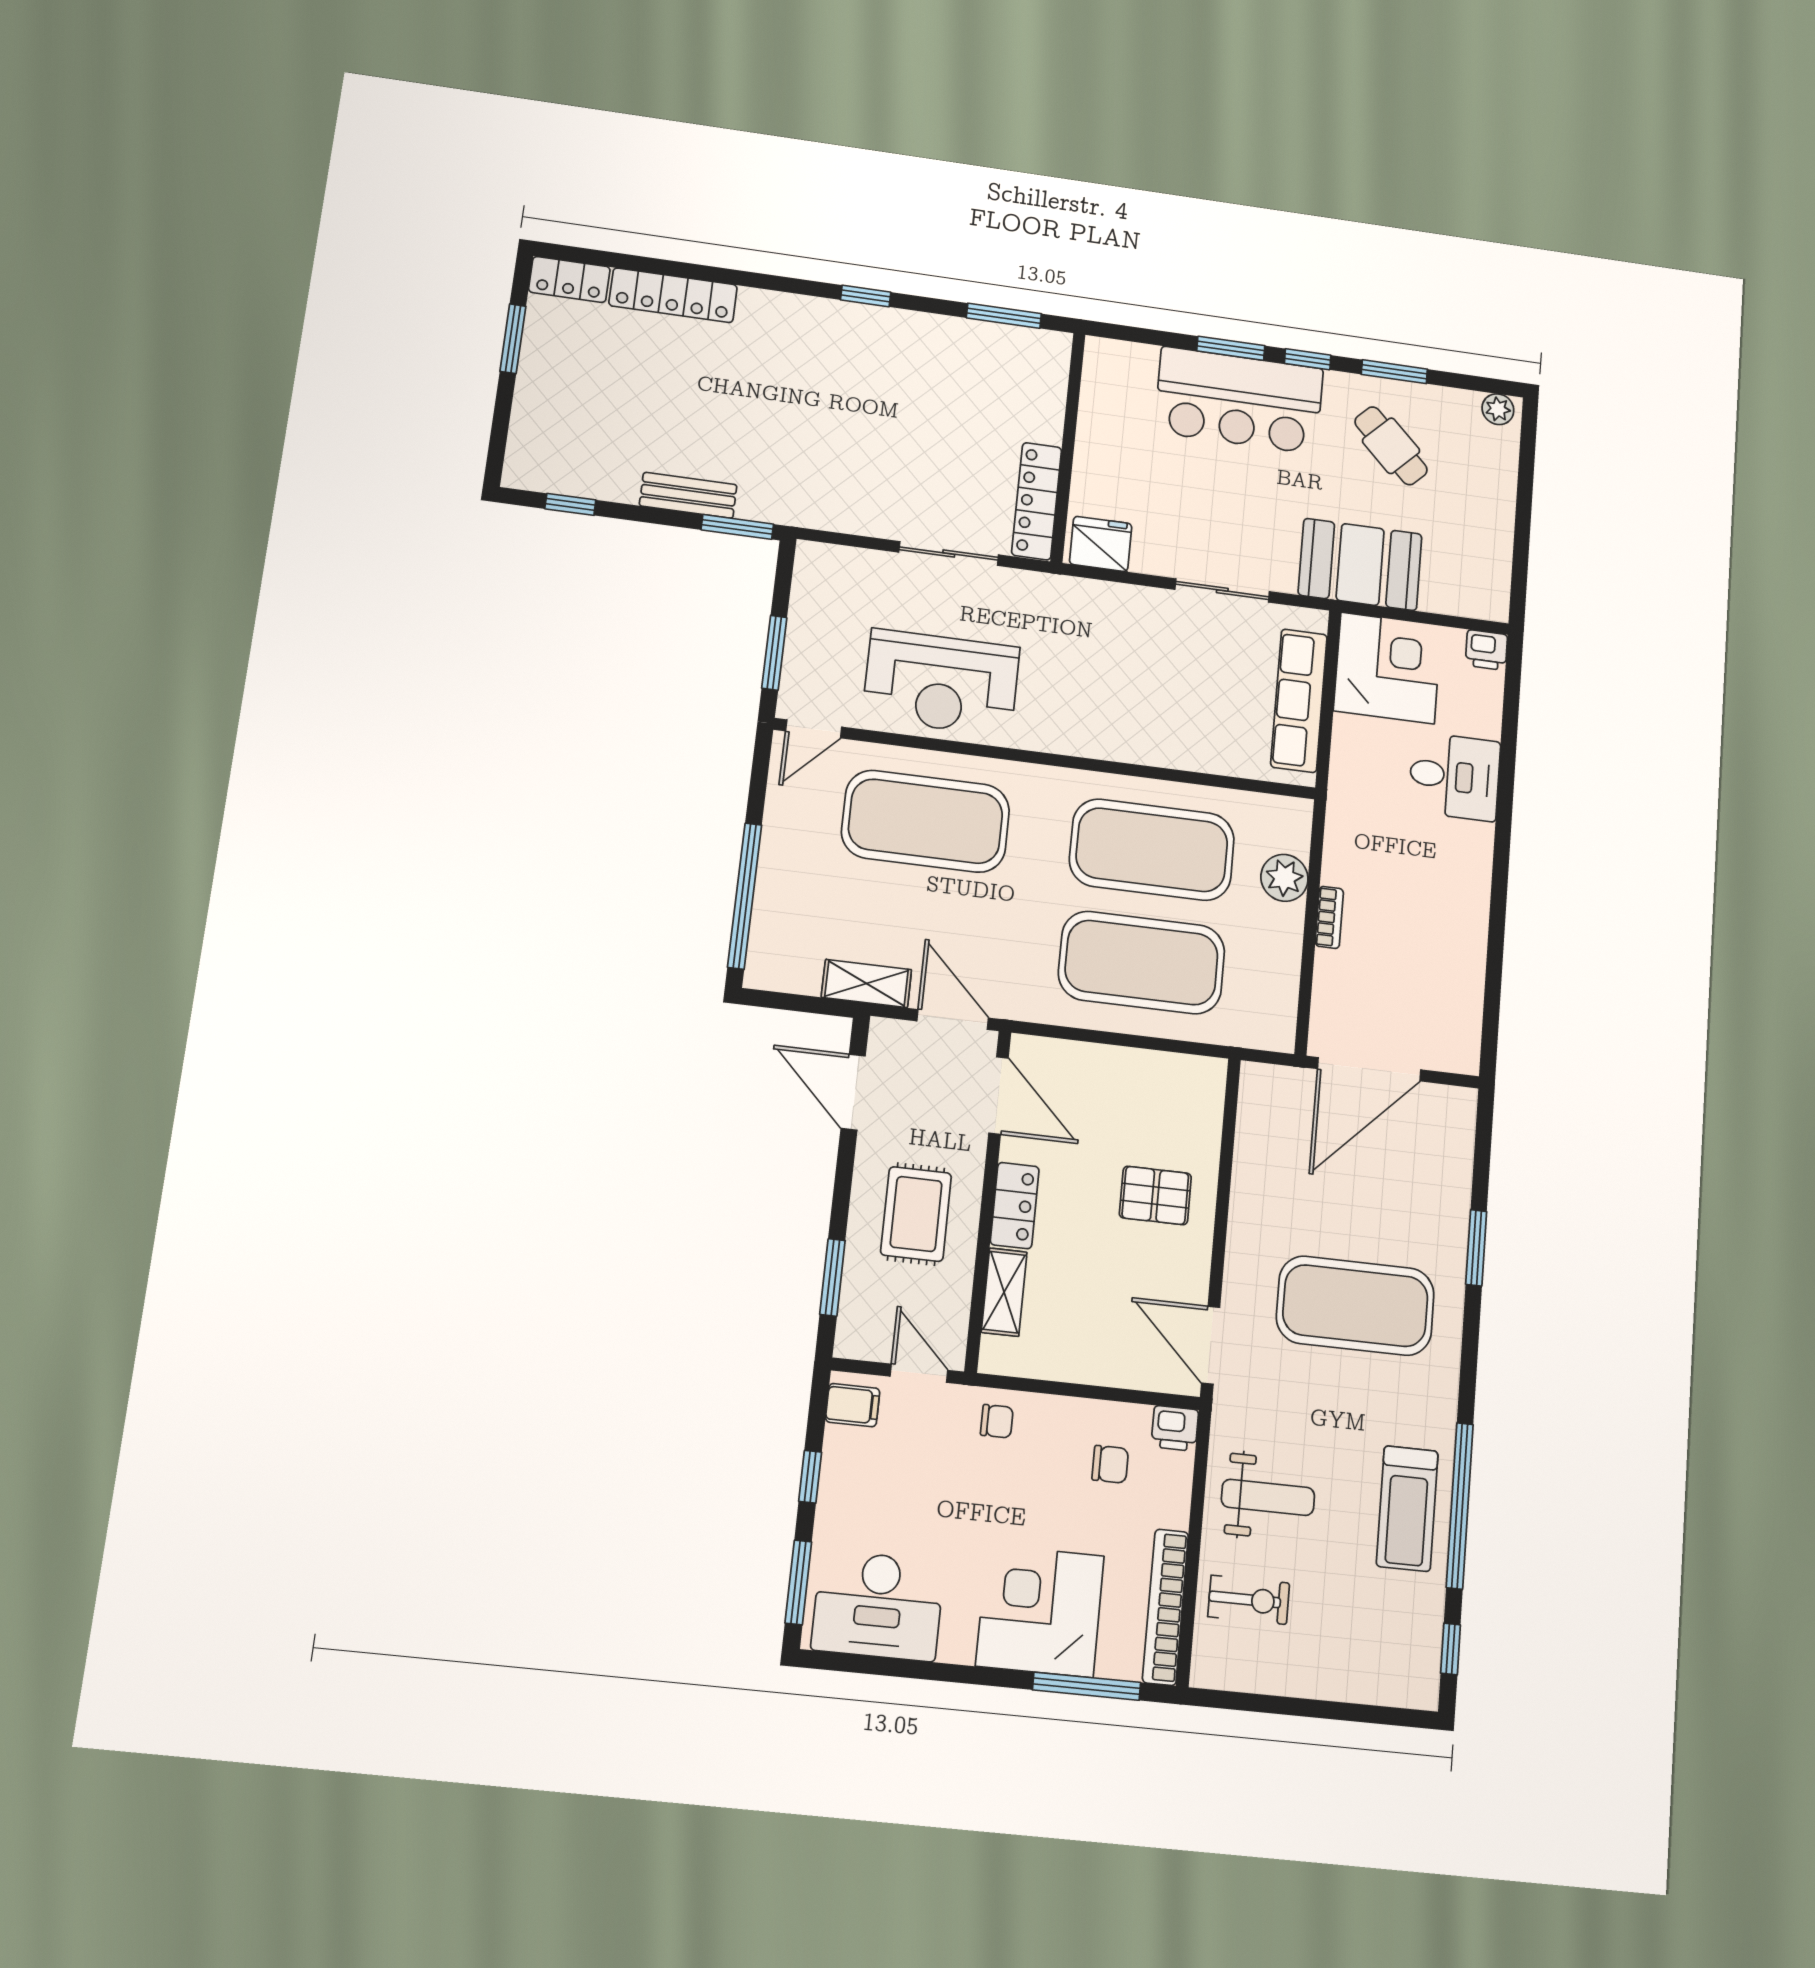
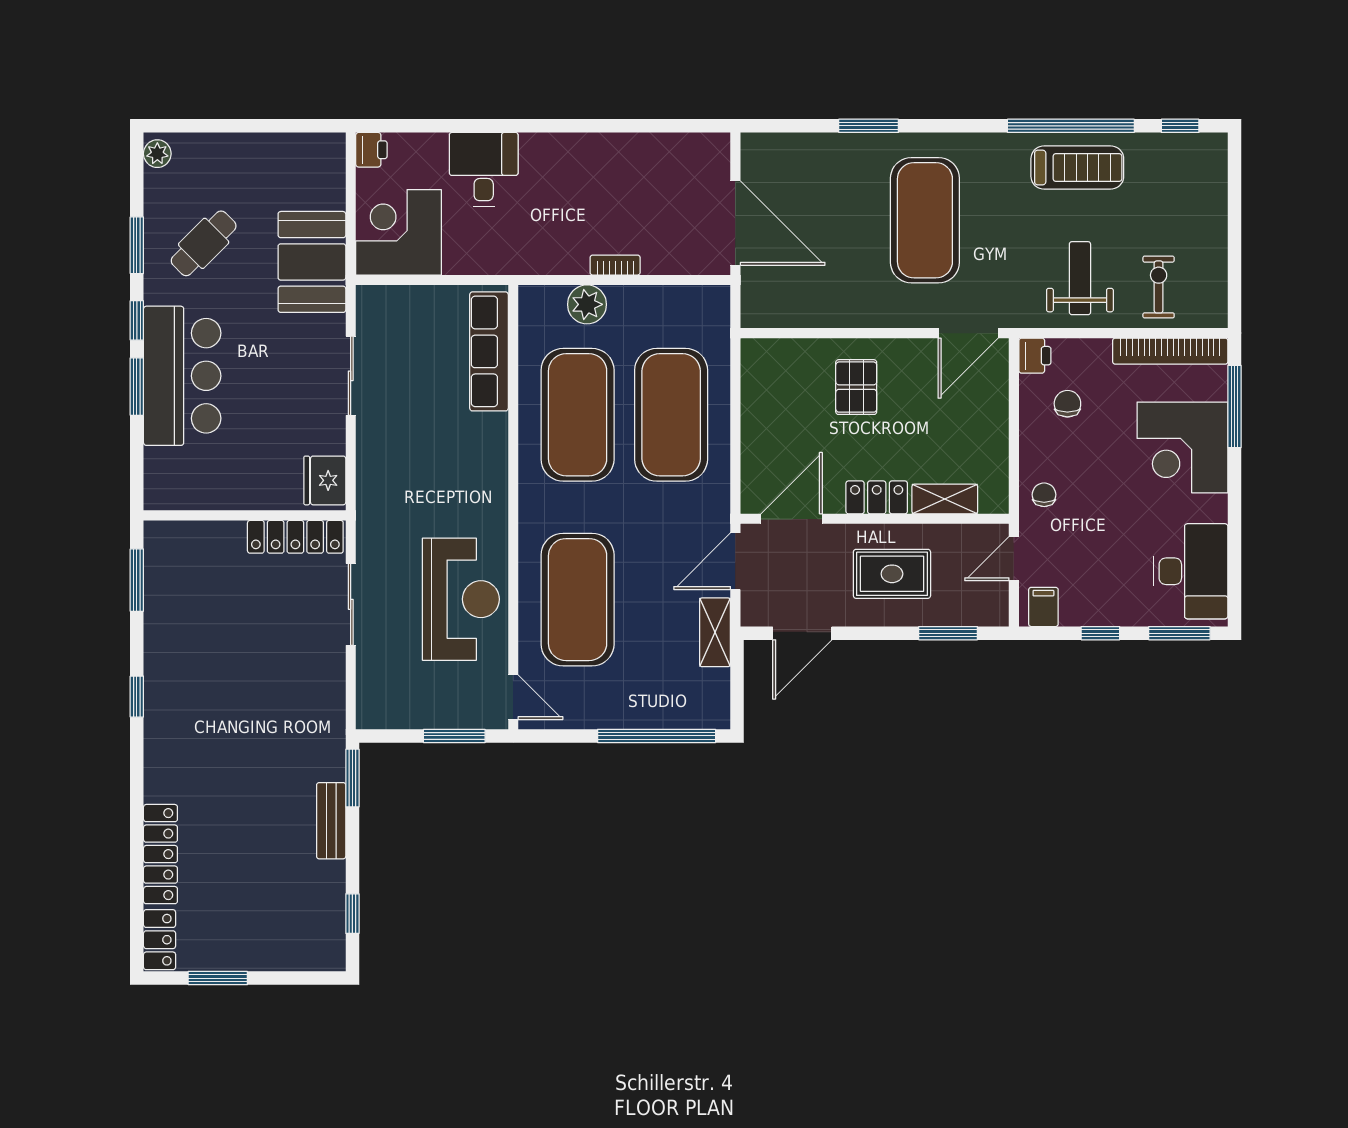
row of seats: (1299, 701) -> (489, 351), moved, turned 90

